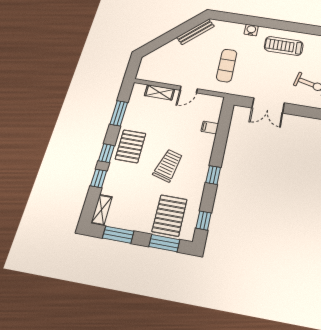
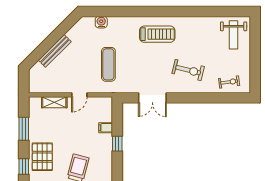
water cooler: (251, 30) -> (101, 22), moved
bench: (195, 32) -> (55, 51), moved
treadmill: (284, 46) -> (157, 34), turned 180
window: (213, 175) -> (117, 144), moved

